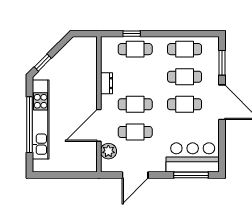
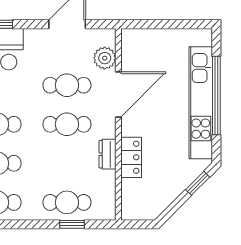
locker: (90, 81) -> (131, 157), added

